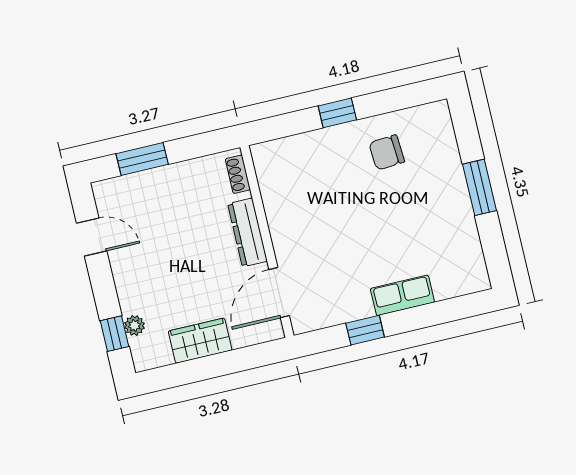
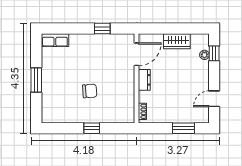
chair: (387, 152) -> (90, 91), moved
dresser: (247, 232) -> (144, 80), width x0.70
door: (92, 237) -> (214, 99), hinge flipped
row of seats: (402, 295) -> (55, 40), moved

